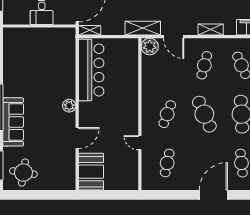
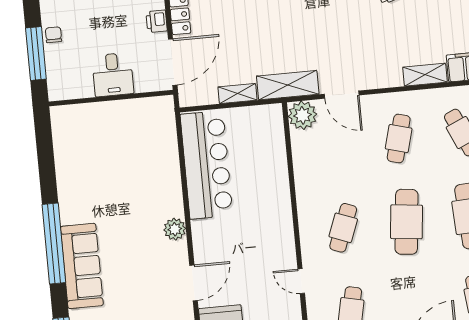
shelving: (90, 30) -> (237, 94), moved
shelving: (211, 30) -> (425, 75), moved
cafe table: (204, 114) -> (407, 222), turned 30

